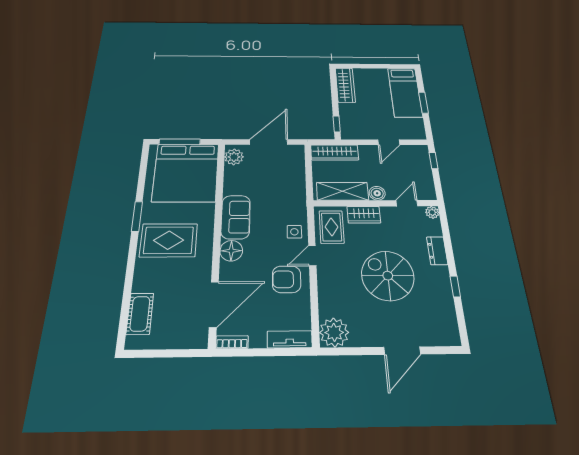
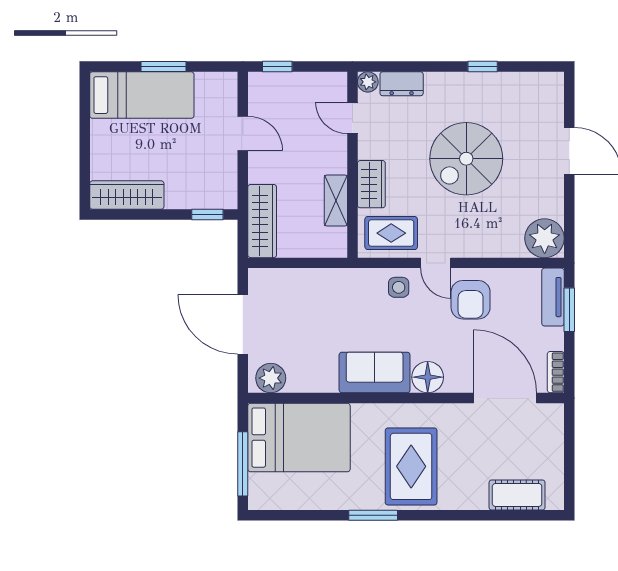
bed: (186, 173) -> (299, 438), width x0.73
shelving: (342, 191) -> (336, 200), width x0.67, depth x0.75
boiler: (377, 193) -> (335, 161), removed
dresser: (437, 251) -> (402, 84), moved
window: (280, 352) -> (569, 310), added

